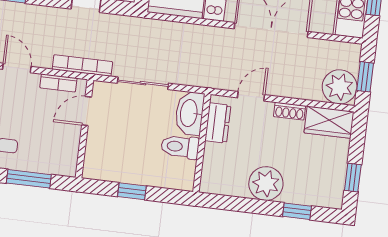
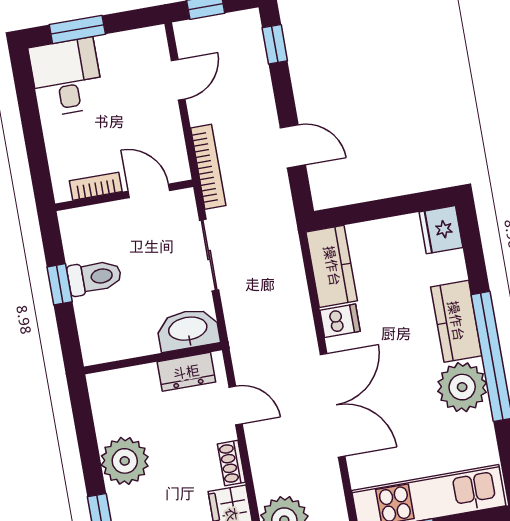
bookcase: (58, 83) -> (96, 186), moved, turned 90
toilet: (180, 147) -> (94, 277), moved, turned 90
window: (29, 179) -> (34, 141), removed

